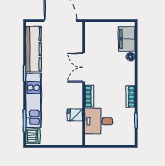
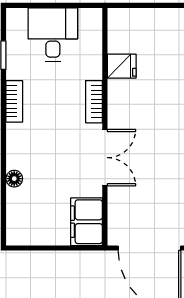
filing cabinet: (127, 39) -> (87, 222), moved, turned 180
desk: (99, 121) -> (53, 35), moved, turned -90

